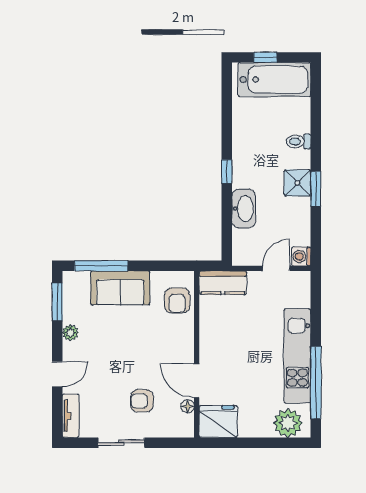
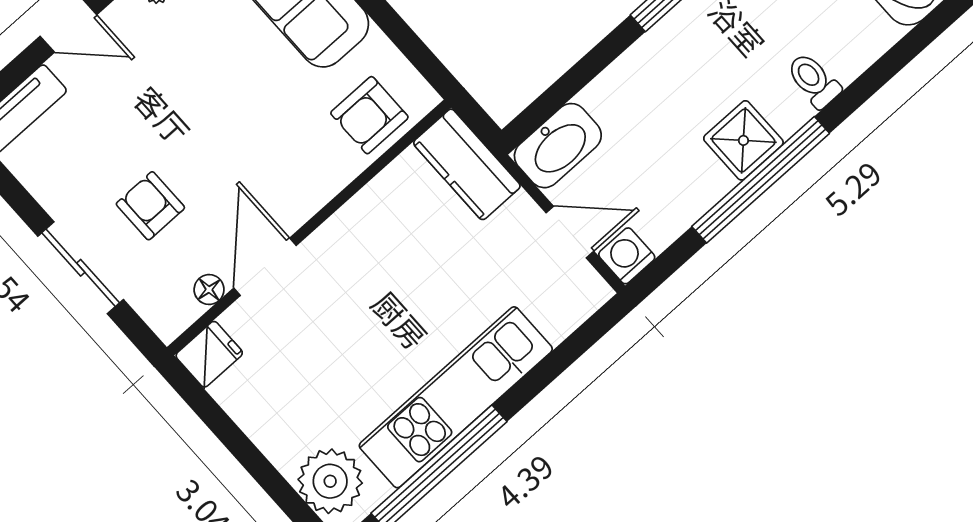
window: (316, 189) -> (761, 180), width x2.11
washbasin: (244, 209) -> (558, 146), moved
fridge: (218, 421) -> (209, 354), width x0.53, depth x0.75
sliding door: (121, 443) -> (81, 268), moved

